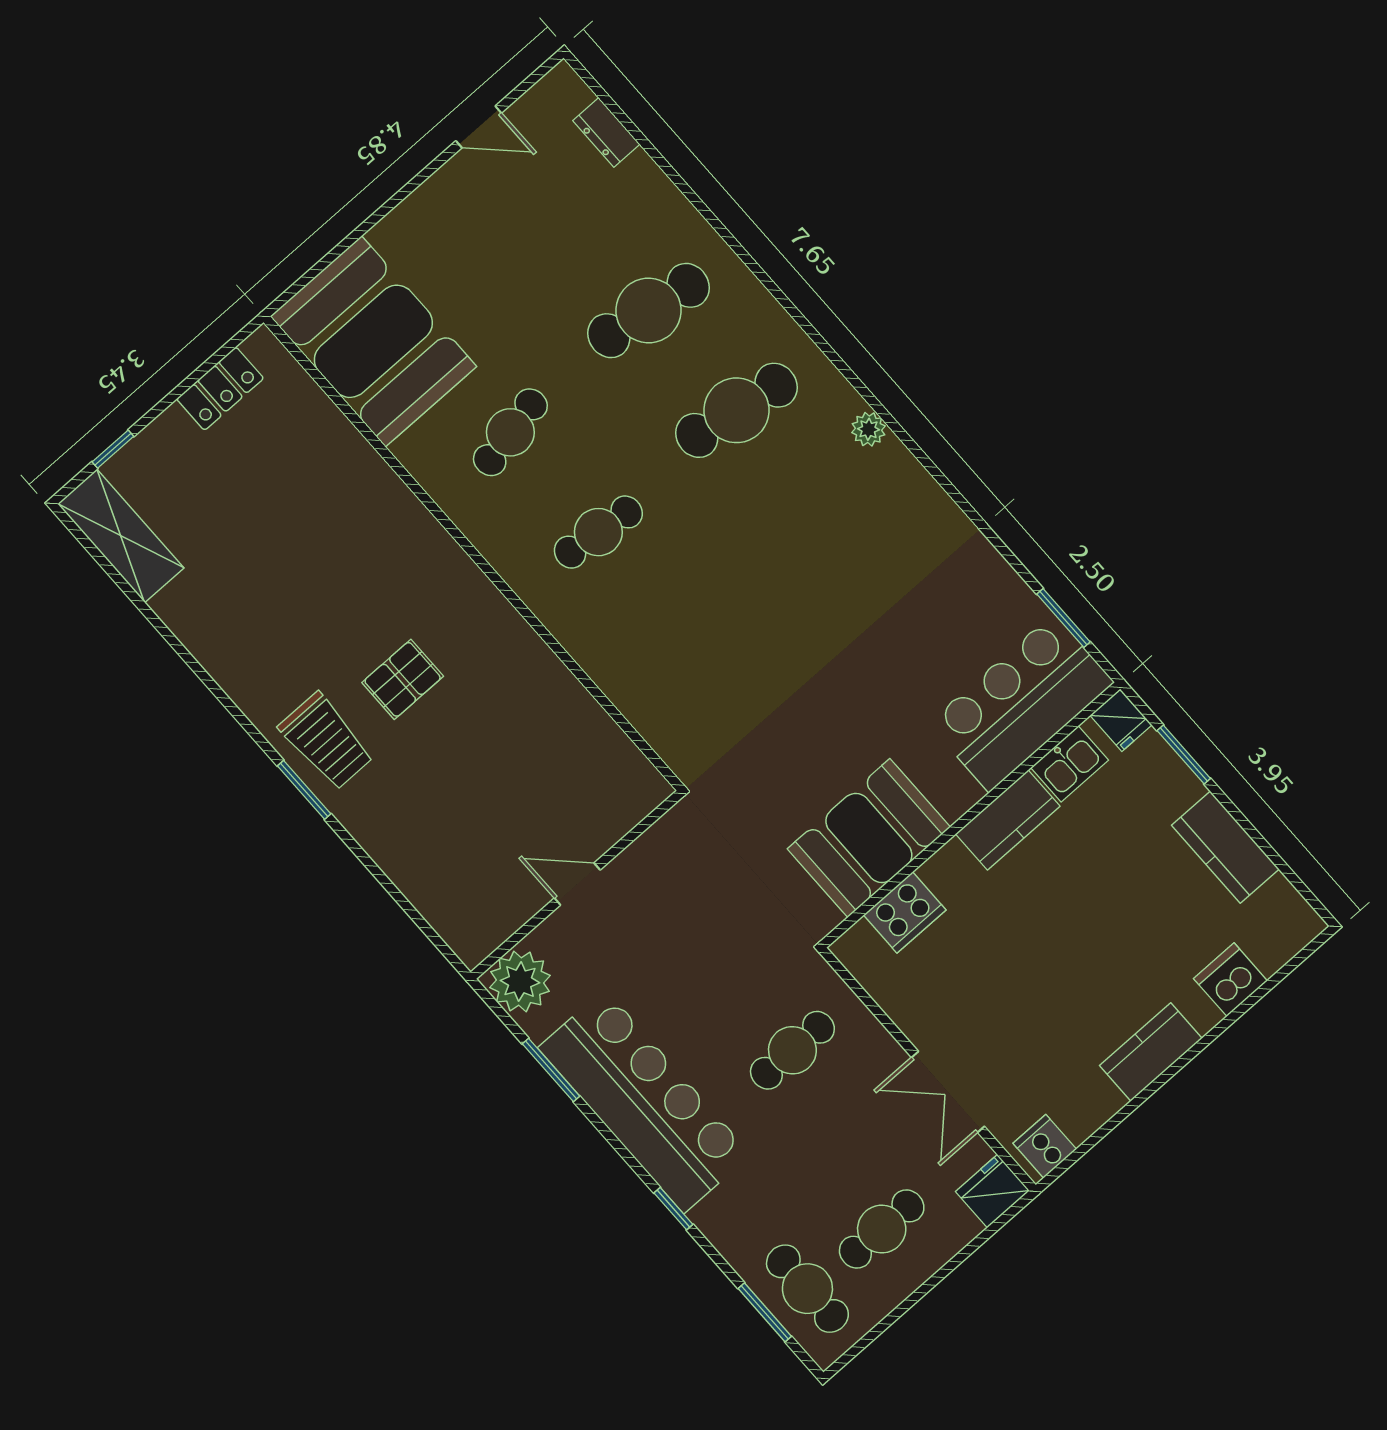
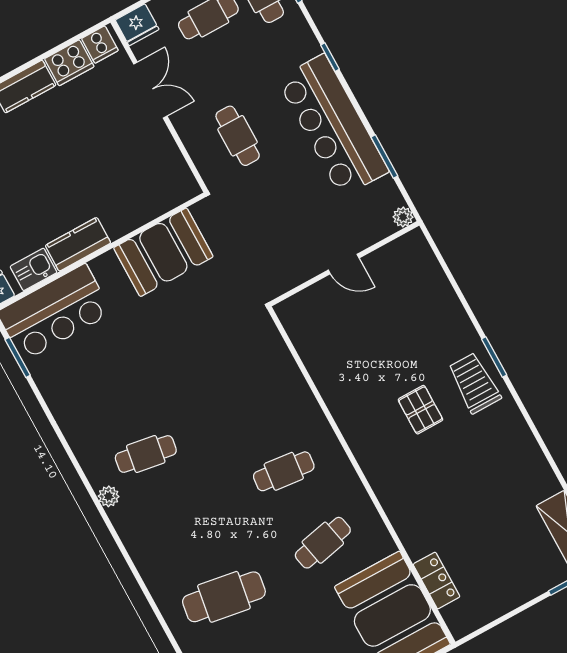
locker: (220, 389) -> (437, 580), moved, turned 90
cafe table: (736, 410) -> (146, 454), moved, width x0.73, depth x0.74
pallet: (403, 679) -> (420, 410), turned 90
cooker: (905, 912) -> (69, 63), moved, turned 180
plant: (520, 982) -> (403, 217), width x0.53, depth x0.53
cafe table: (792, 1050) -> (238, 136), turned 90

